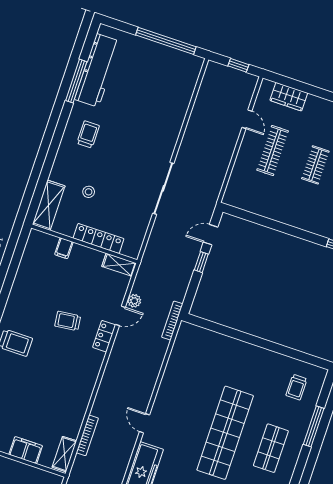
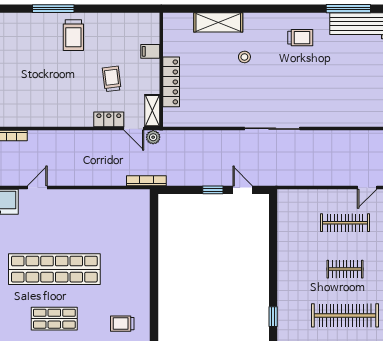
locker: (99, 238) -> (171, 82), moved
wall: (84, 244) -> (161, 70), moved
filing cabinet: (64, 248) -> (150, 51), moved
shelving: (119, 265) -> (152, 111), moved

